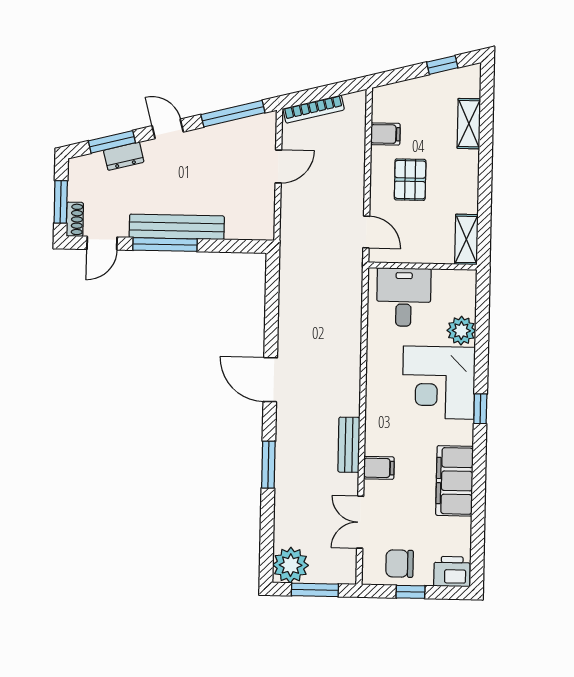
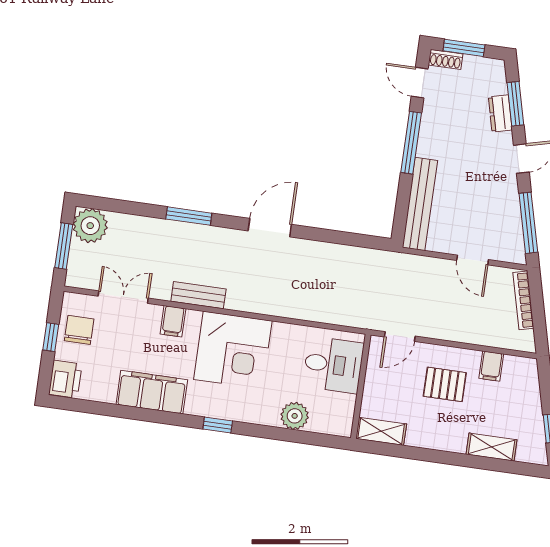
bench: (177, 227) -> (420, 204), moved
corner desk: (439, 383) -> (233, 350), moved, turned 180

